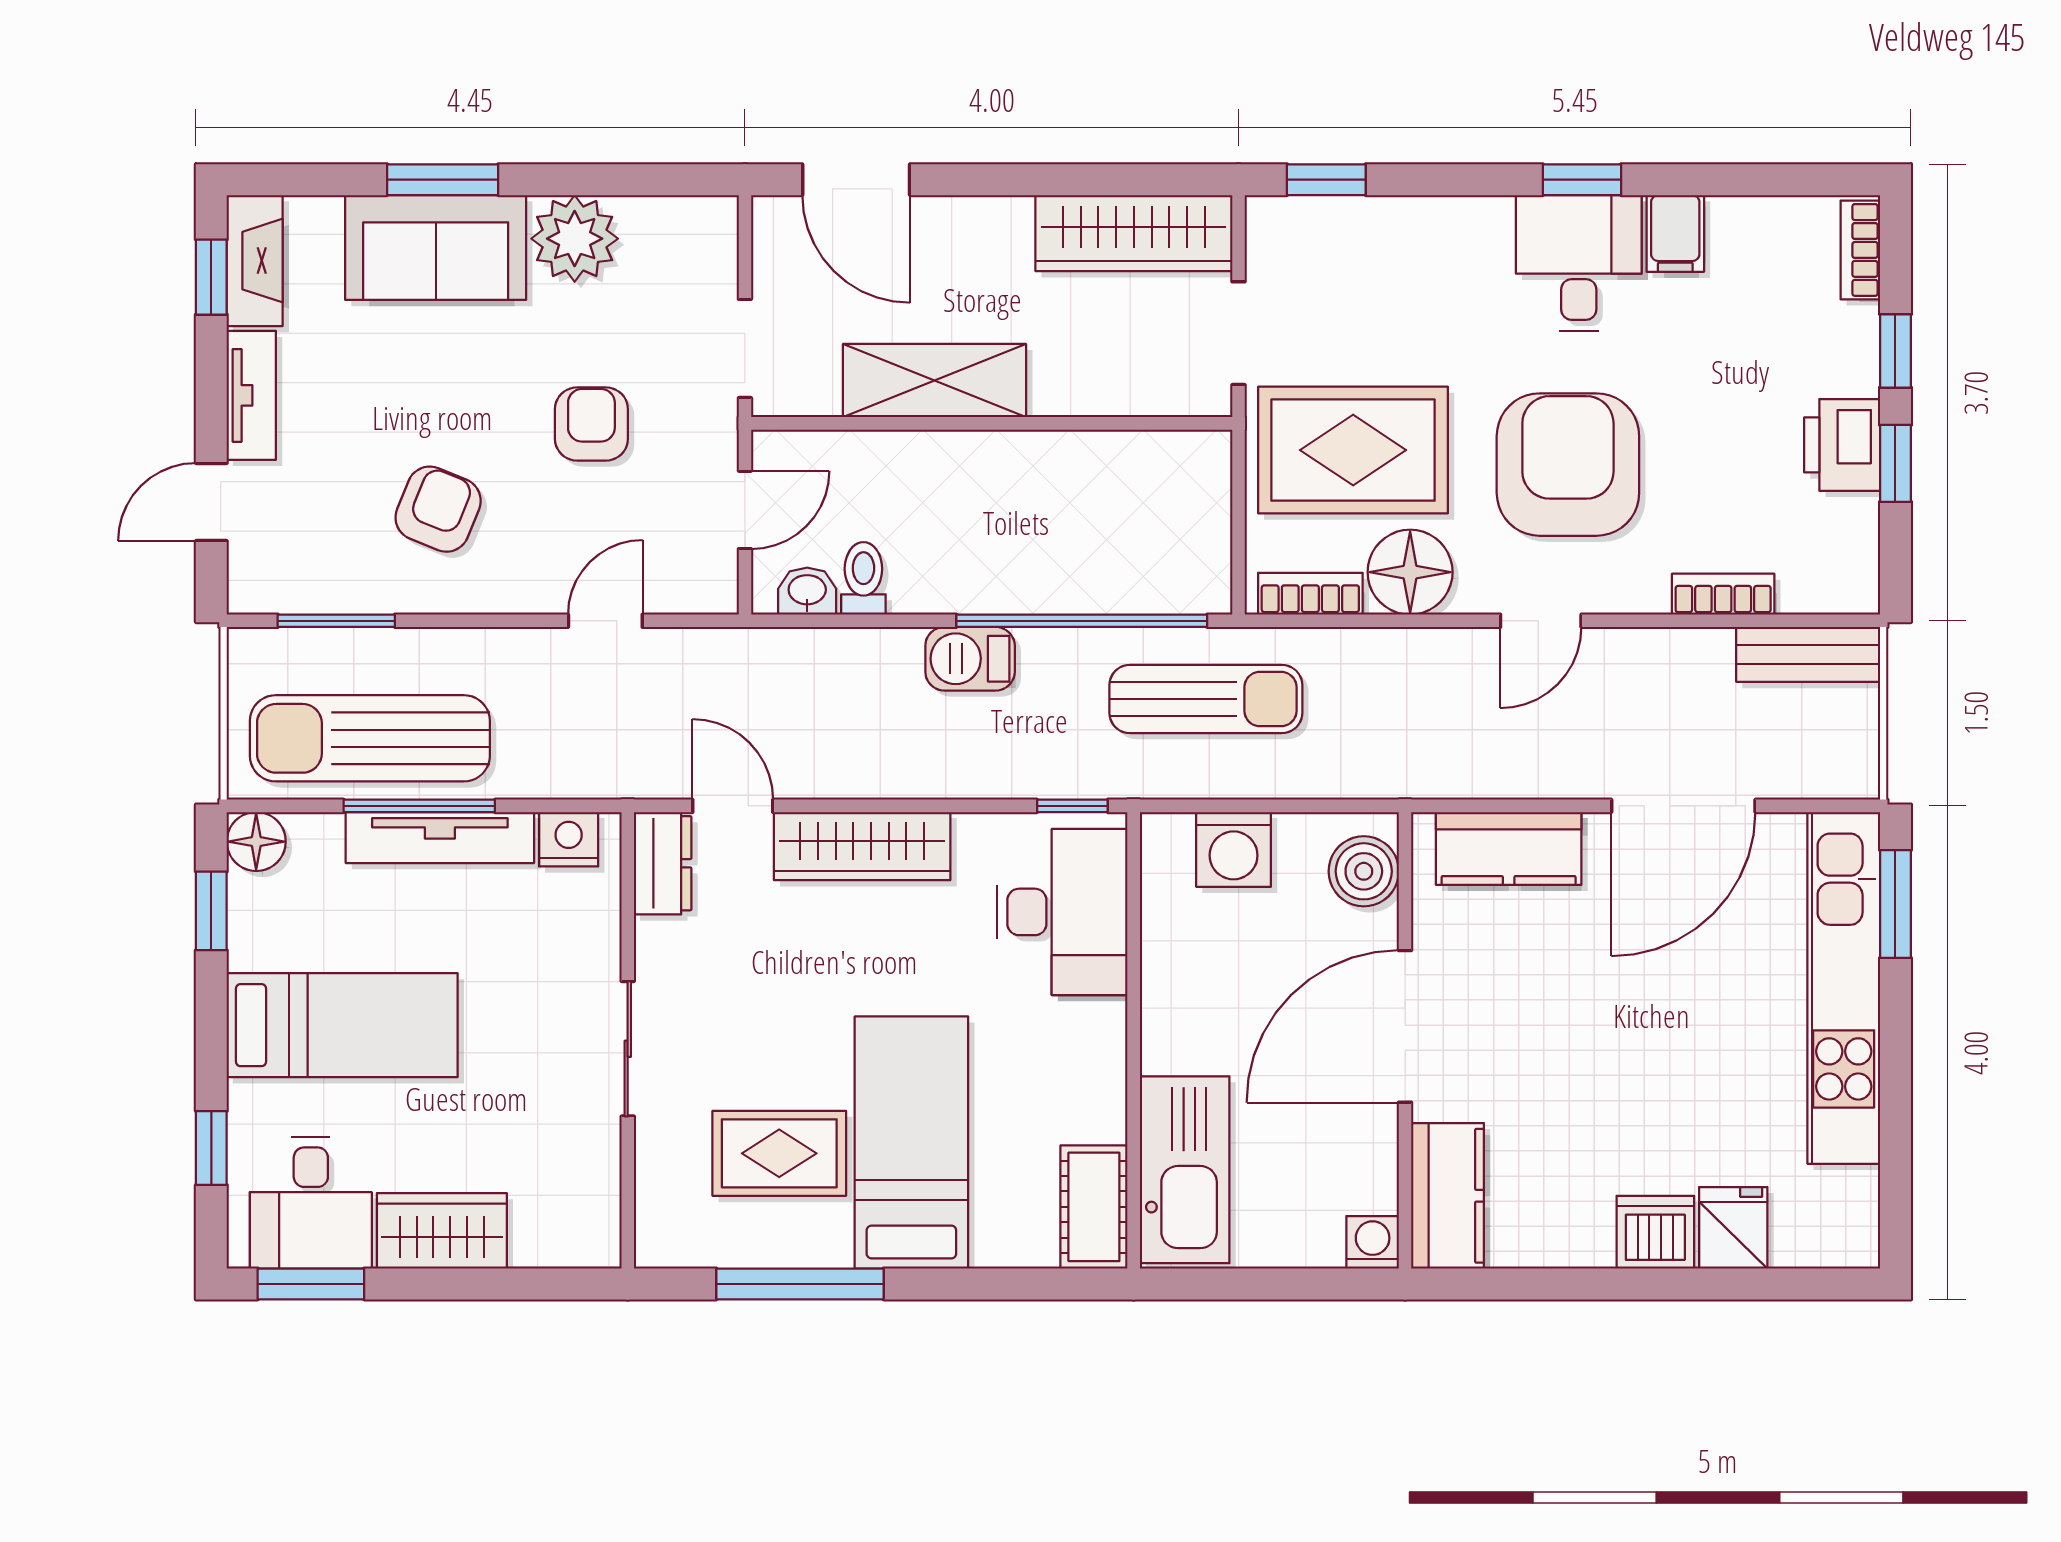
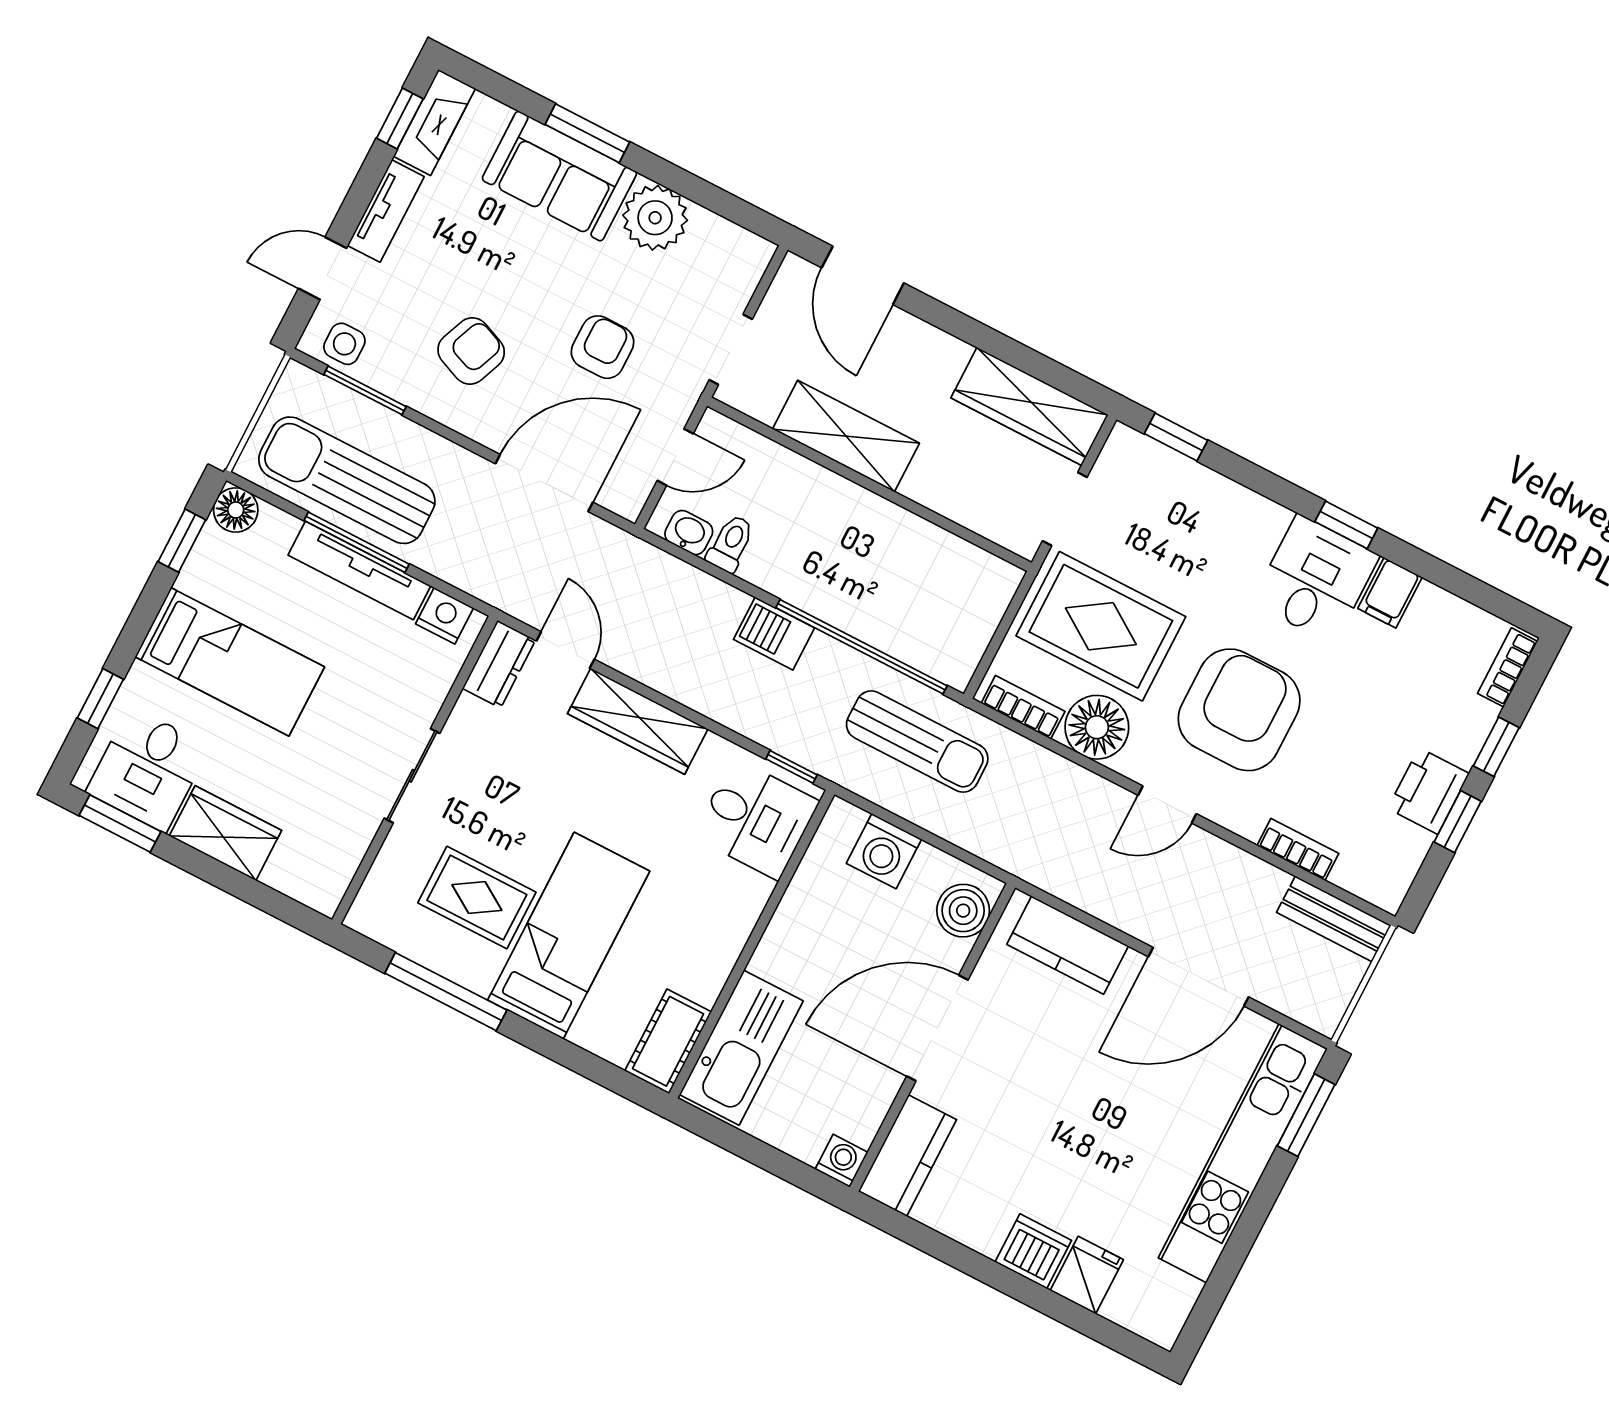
side table: (284, 578) -> (344, 344), added
door: (605, 621) -> (544, 483), width x1.87
desk: (1062, 912) -> (756, 819), width x0.73

